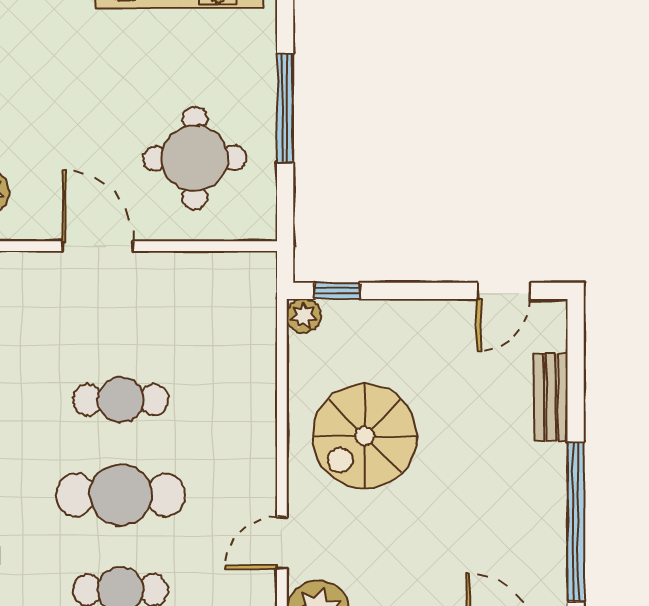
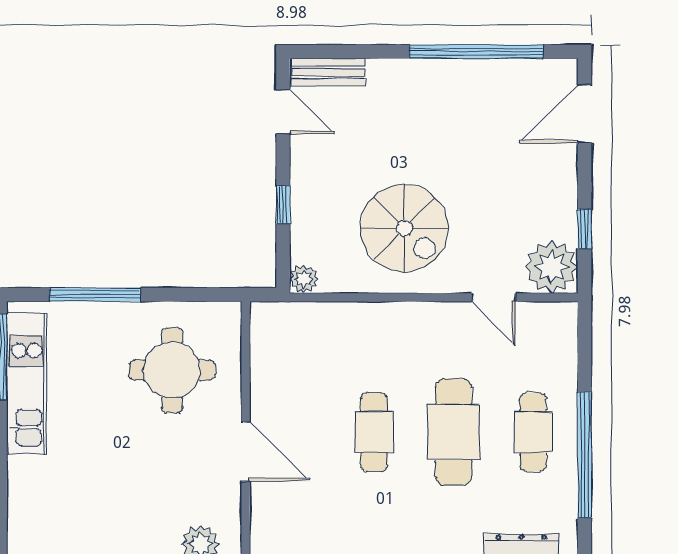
window: (285, 108) -> (95, 295), moved
door: (98, 246) -> (246, 451), swing flipped
window: (337, 291) -> (283, 205), moved
bench: (551, 397) -> (328, 72), moved

